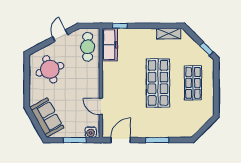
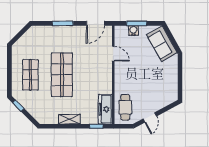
shelving: (169, 34) -> (69, 119), moved
round table: (50, 69) -> (159, 87), removed
water cooler: (91, 132) -> (133, 31), moved

